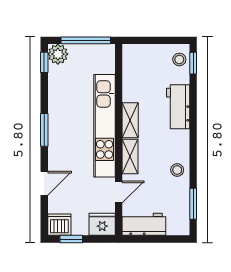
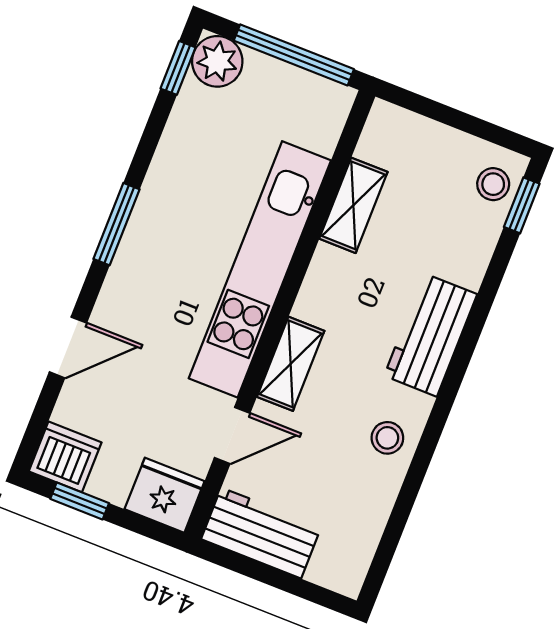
workbench: (178, 107) -> (431, 335), moved
shelving: (130, 120) -> (353, 205), moved
window: (193, 204) -> (394, 530), removed

